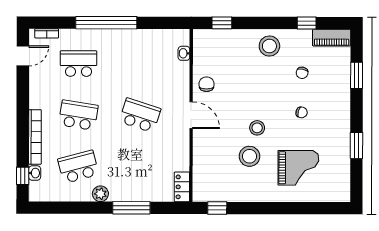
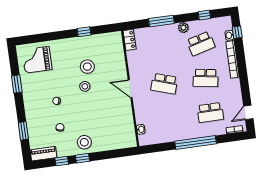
window: (222, 23) -> (83, 158), moved
chair: (207, 84) -> (123, 111), removed
grand piano: (298, 168) -> (37, 60), moved
window: (67, 208) -> (204, 15), added
window: (217, 208) -> (84, 32), moved

